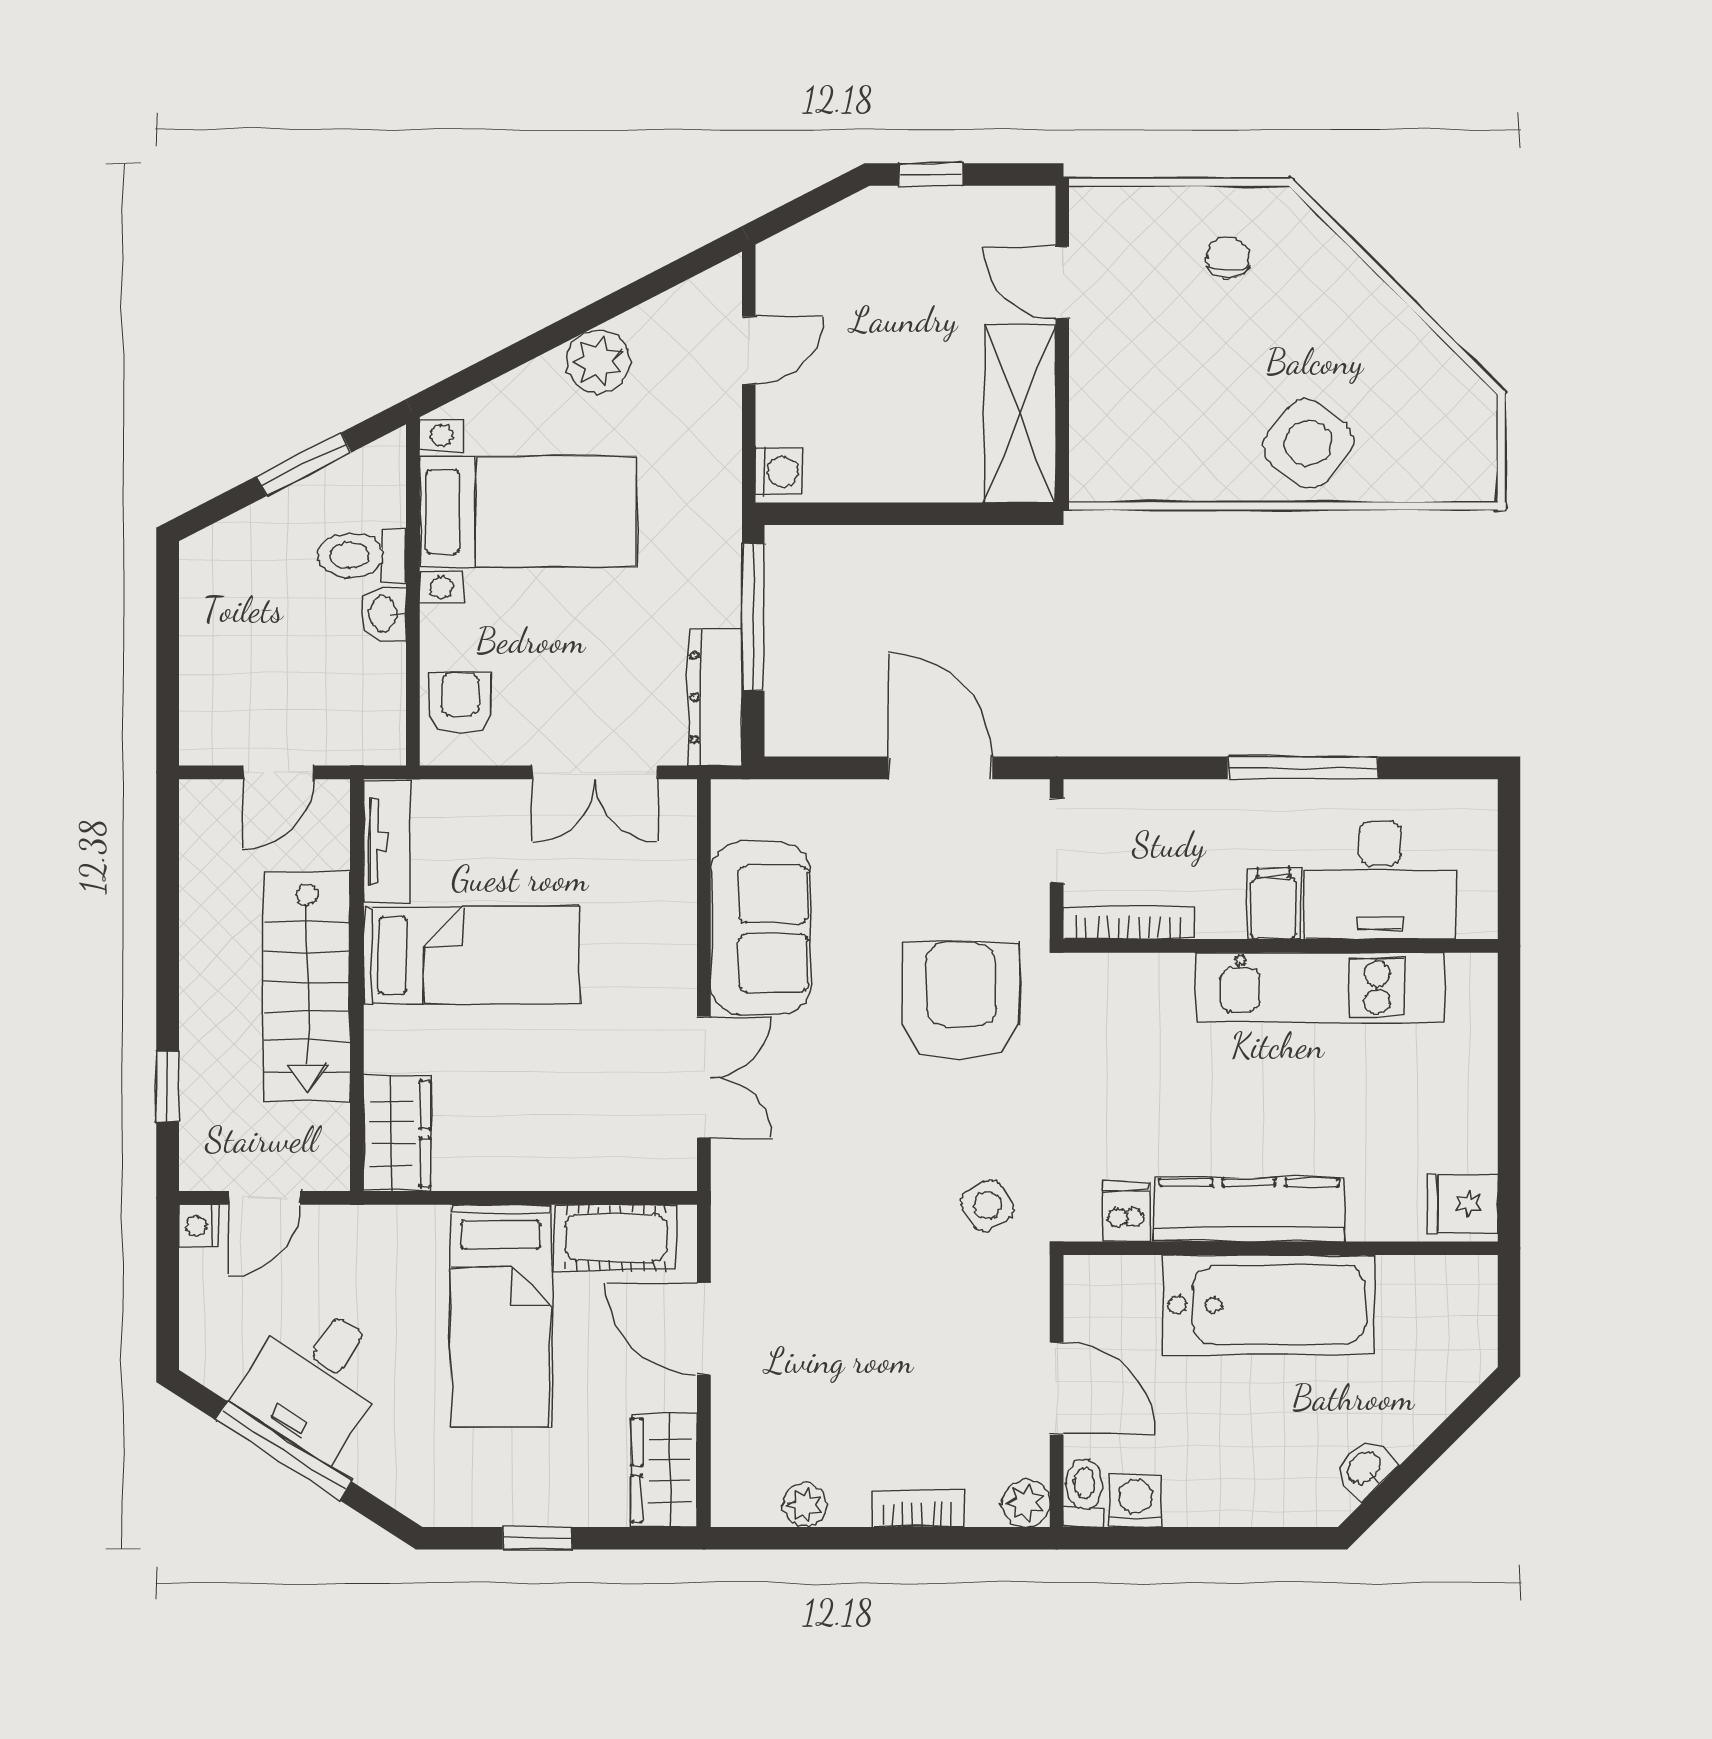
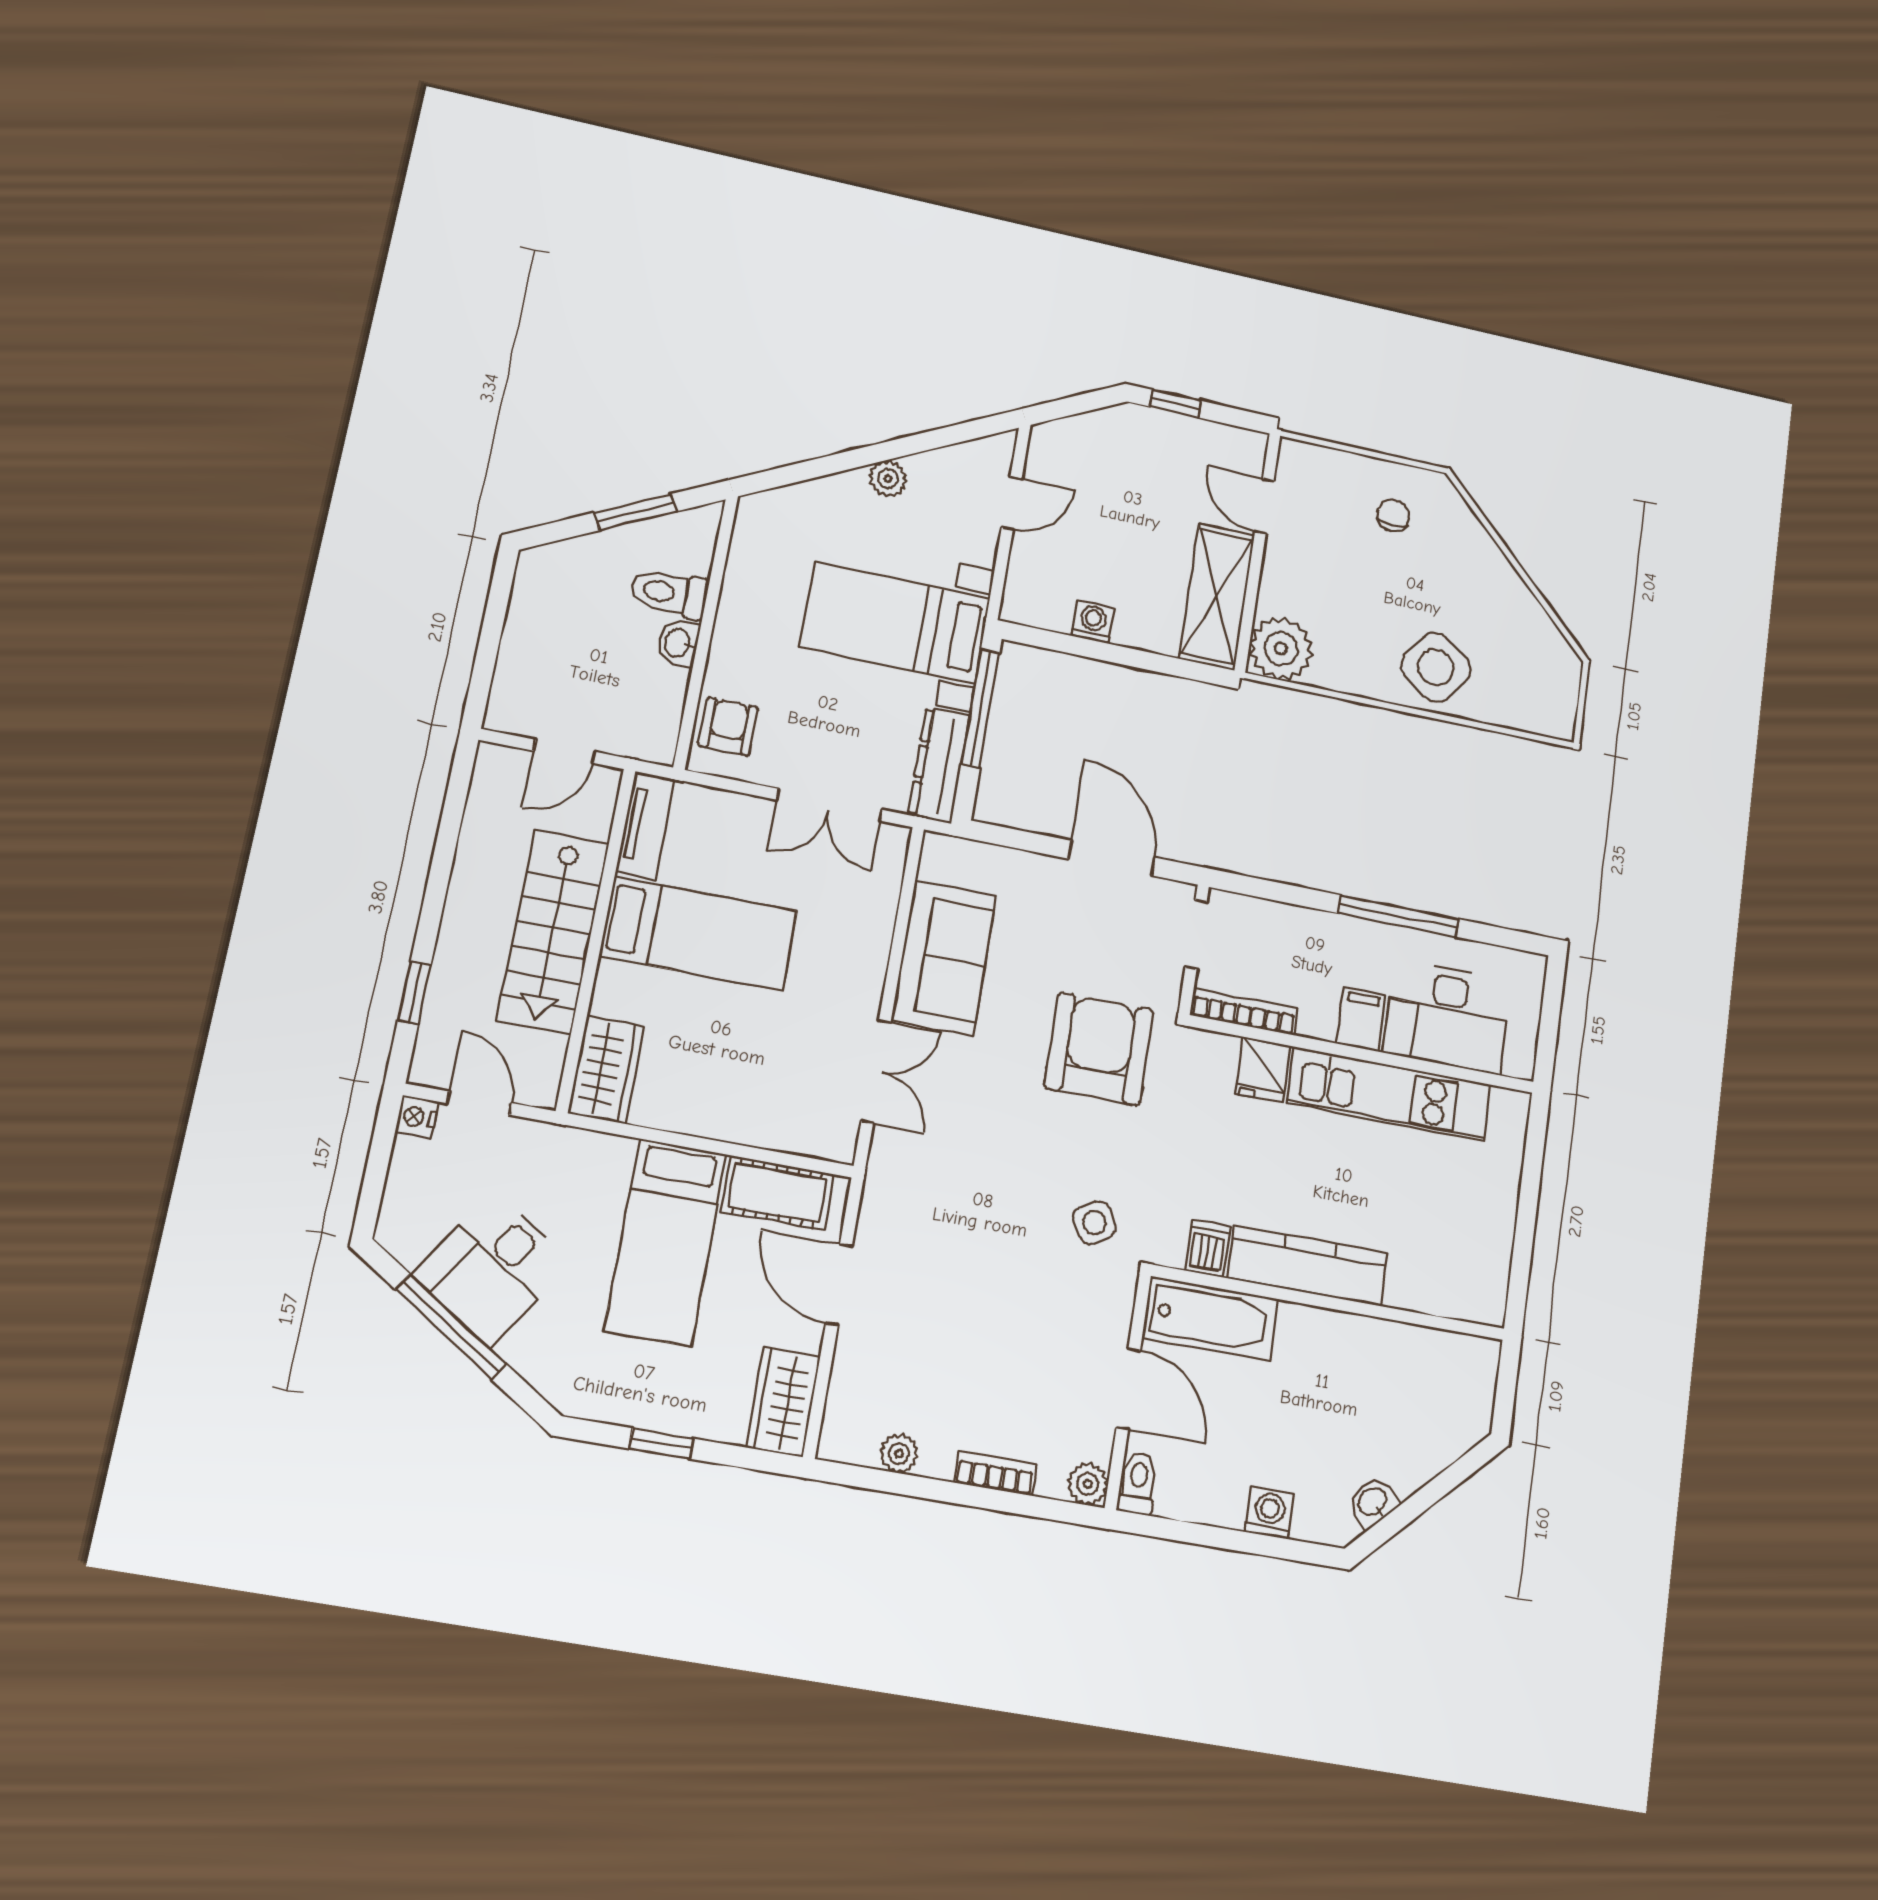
plant: (598, 361) -> (888, 479), width x0.73, depth x0.73
plant: (1110, 462) -> (1281, 649), added
washing machine: (779, 472) -> (1093, 622), moved, turned -90
bed with nightstands: (528, 512) -> (895, 622), moved, turned 180
door: (264, 1198) -> (479, 1103), swing flipped
fridge: (1463, 1203) -> (1263, 1070), moved, turned -90
bathtub: (1268, 1305) -> (1210, 1318), moved, width x0.73, depth x0.73
washing machine: (1136, 1501) -> (1269, 1513), moved

